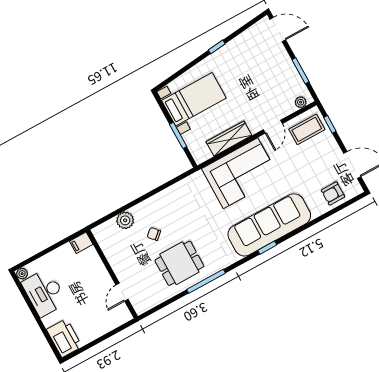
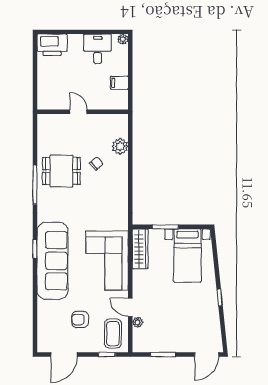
plant: (301, 102) -> (138, 322), moved
wardrobe: (229, 139) -> (140, 249), moved
armchair: (333, 194) -> (80, 319), moved, turned -90
filing cabinet: (81, 243) -> (119, 83), moved, turned -90
dining table: (179, 263) -> (61, 171), turned 90
door: (122, 292) -> (78, 112), moved
desk: (44, 293) -> (98, 49), width x0.73

